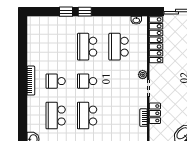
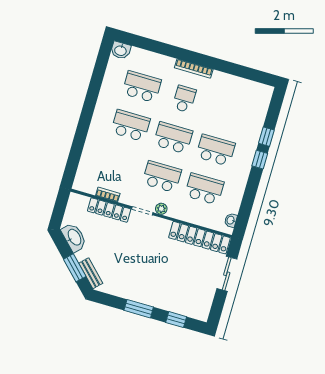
school desk: (87, 81) -> (173, 138), width x1.85
school desk: (119, 81) -> (162, 177), added
locker: (155, 113) -> (109, 210), width x1.53

